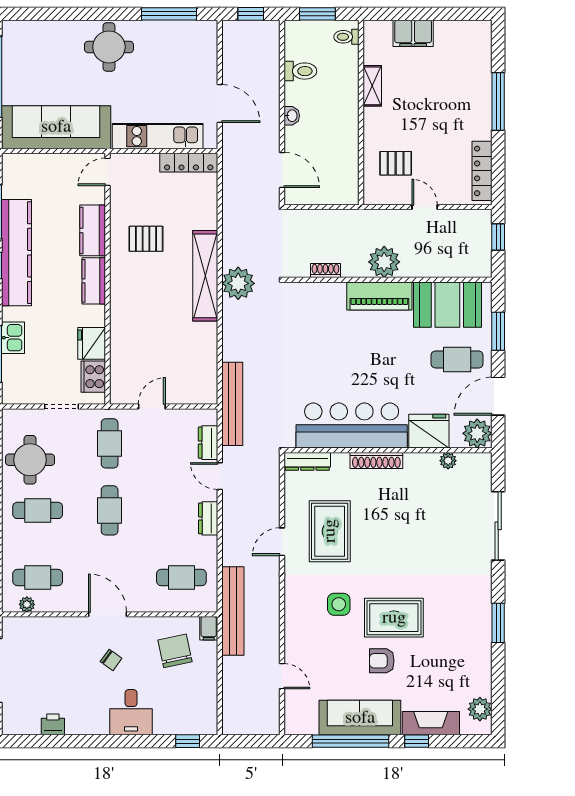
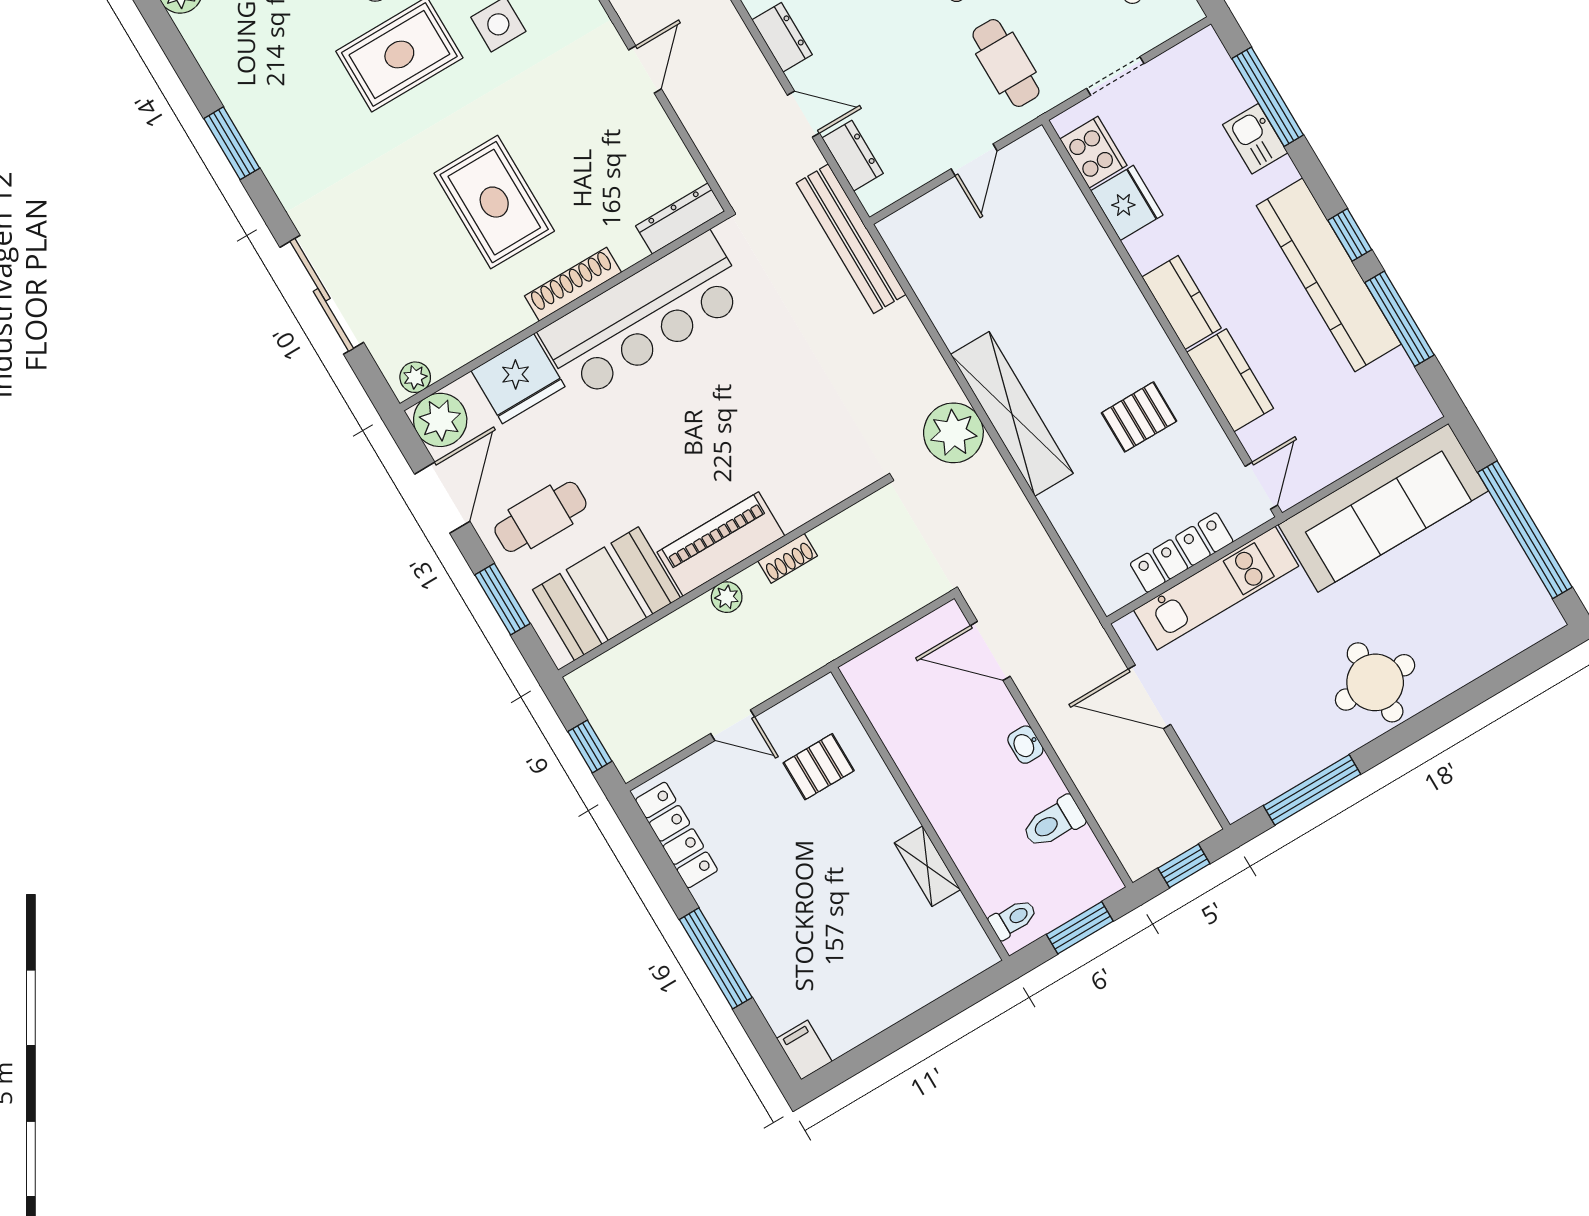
filing cabinet: (413, 33) -> (804, 1050), moved, width x0.50
locker: (189, 163) -> (1182, 553), moved
plant: (384, 262) -> (727, 597), width x0.53, depth x0.53
shoe rack: (325, 271) -> (788, 558), moved
plant: (448, 461) -> (415, 377), moved
rug: (330, 531) -> (494, 202), moved

